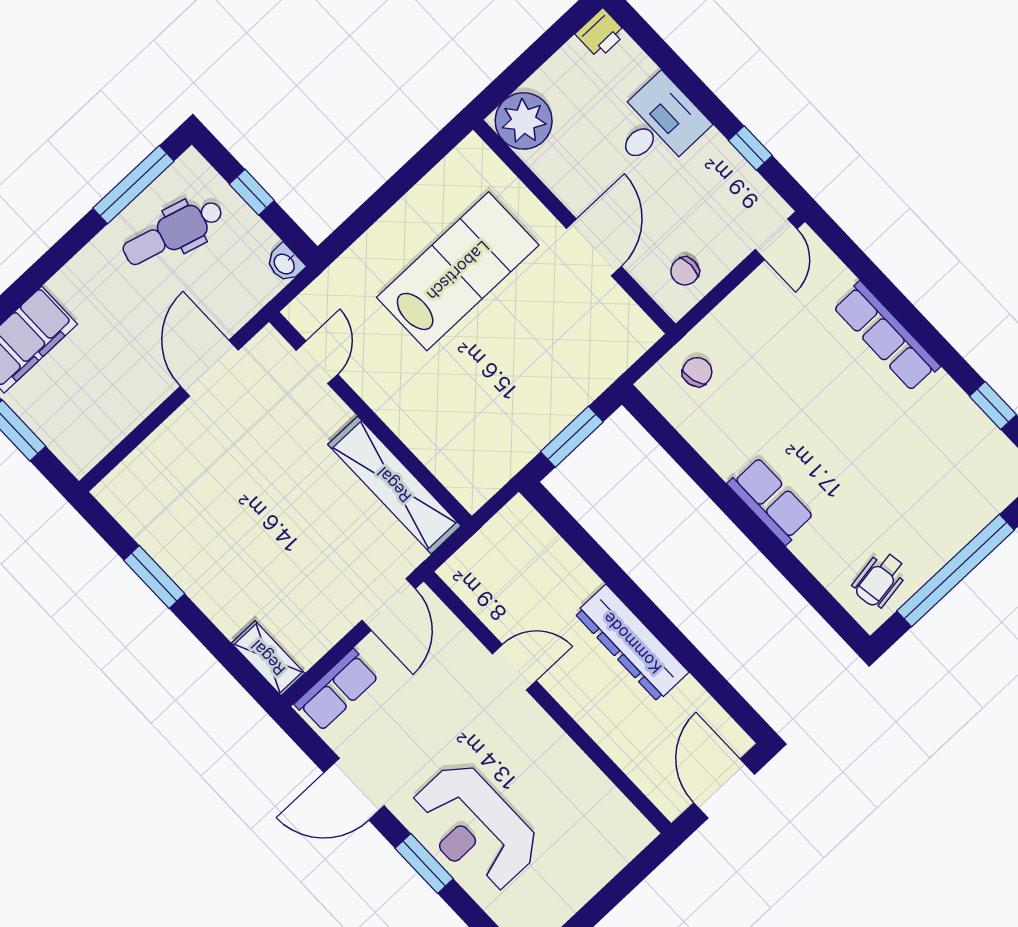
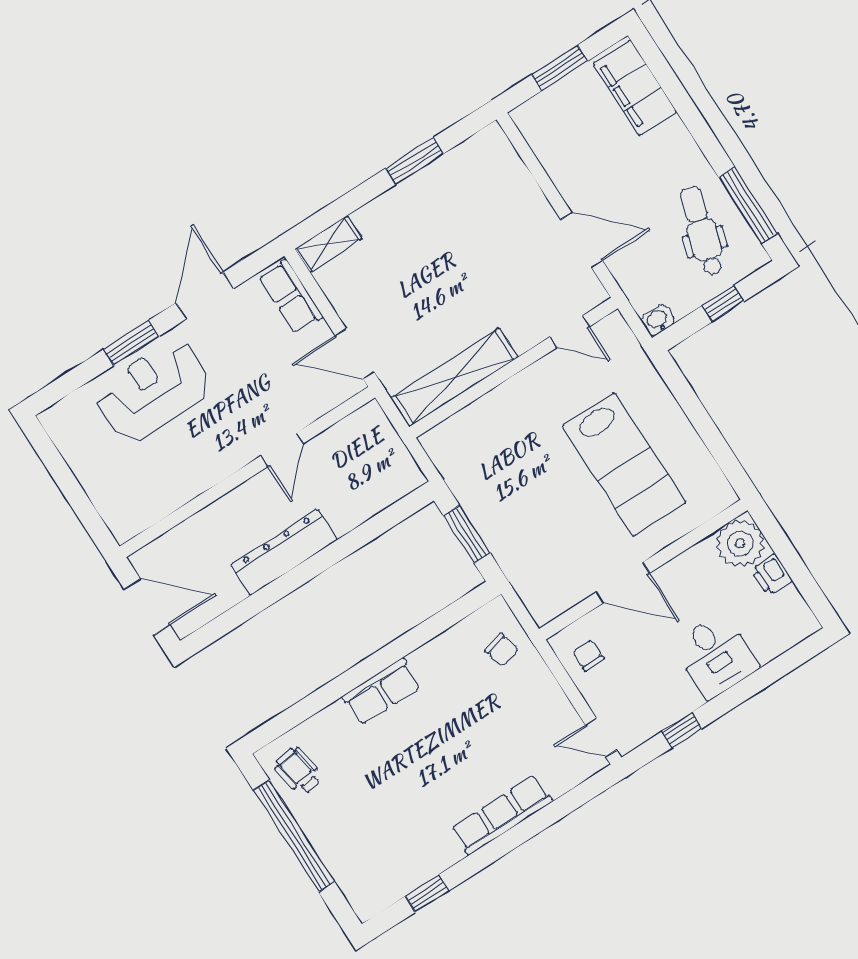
printer: (601, 34) -> (771, 575), moved

